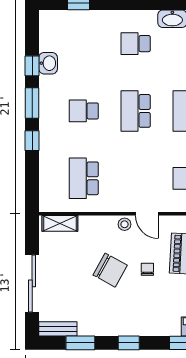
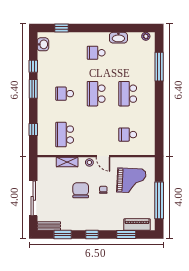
washbasin: (48, 63) -> (43, 44), moved
window: (32, 141) -> (33, 129), moved
shelving: (60, 223) -> (67, 162), moved
chair: (110, 270) -> (81, 190), turned -119

